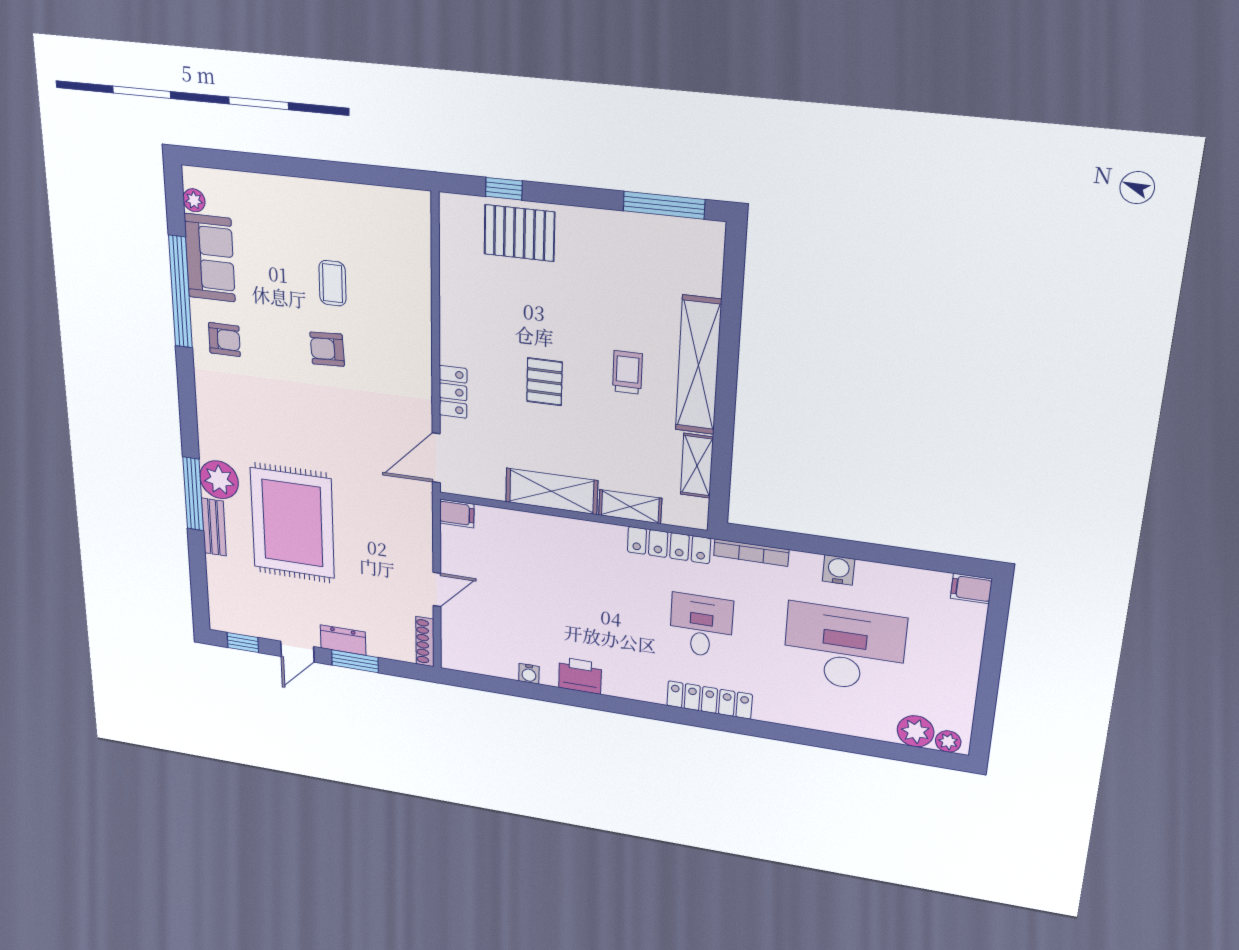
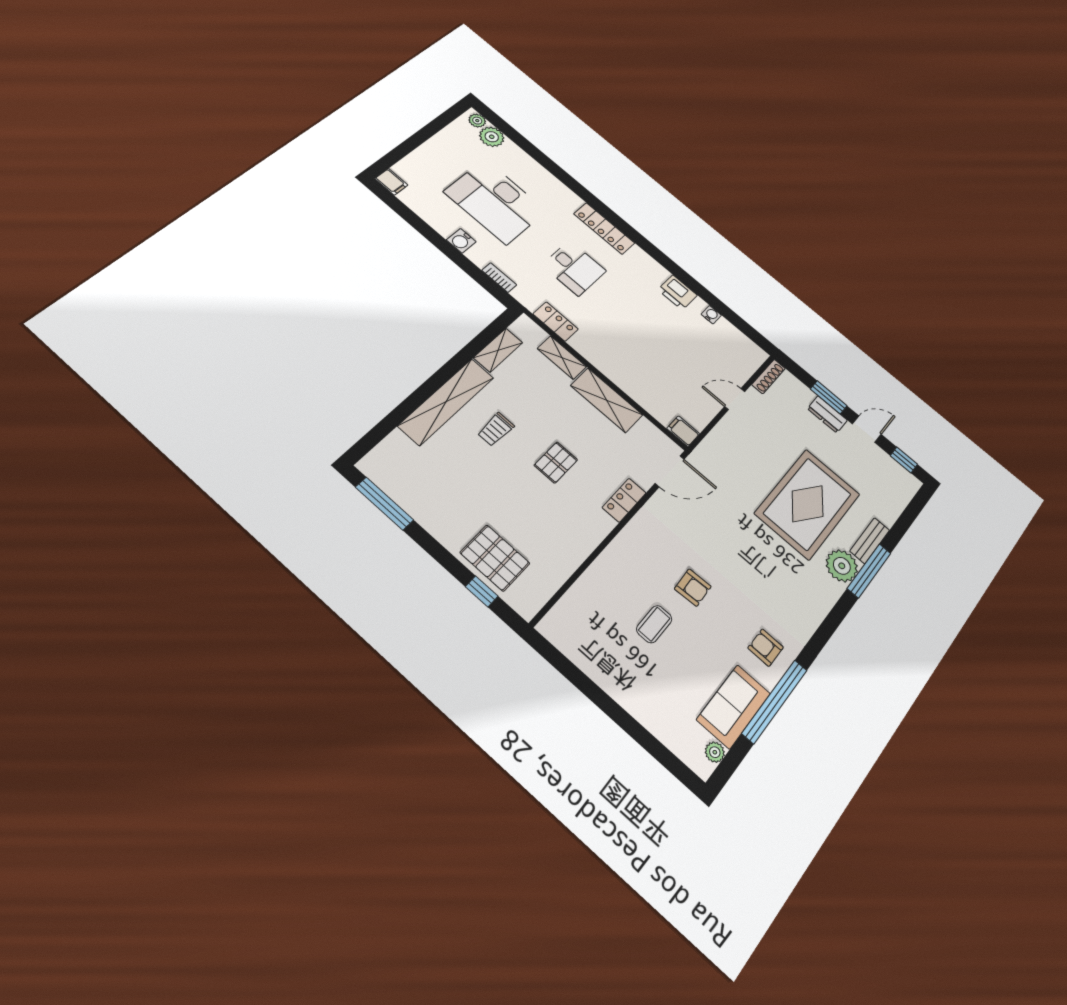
locker: (669, 545) -> (556, 322), width x0.66
bookcase: (751, 553) -> (499, 278), width x0.64
desk: (701, 626) -> (574, 268), turned -90

